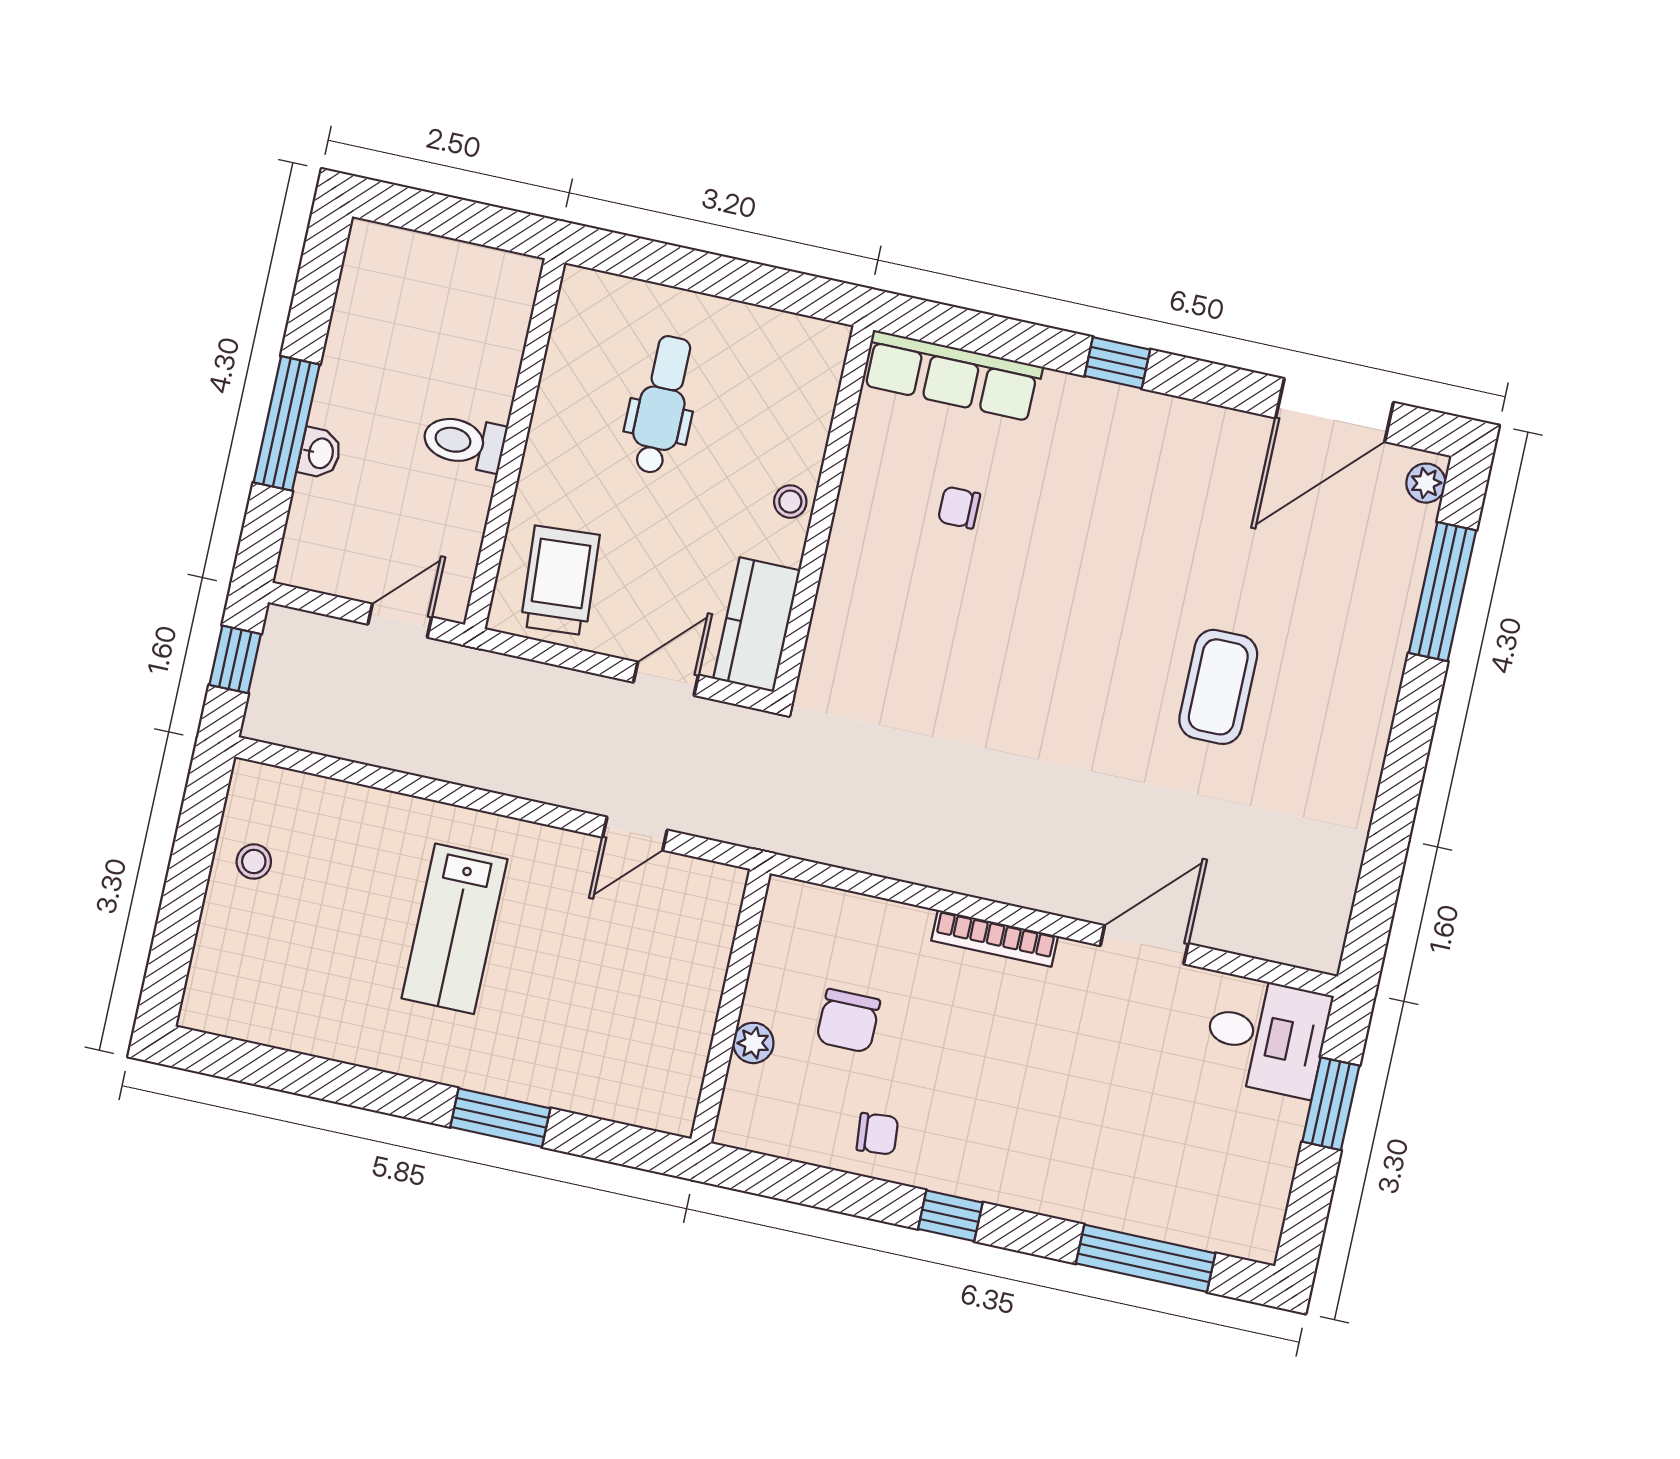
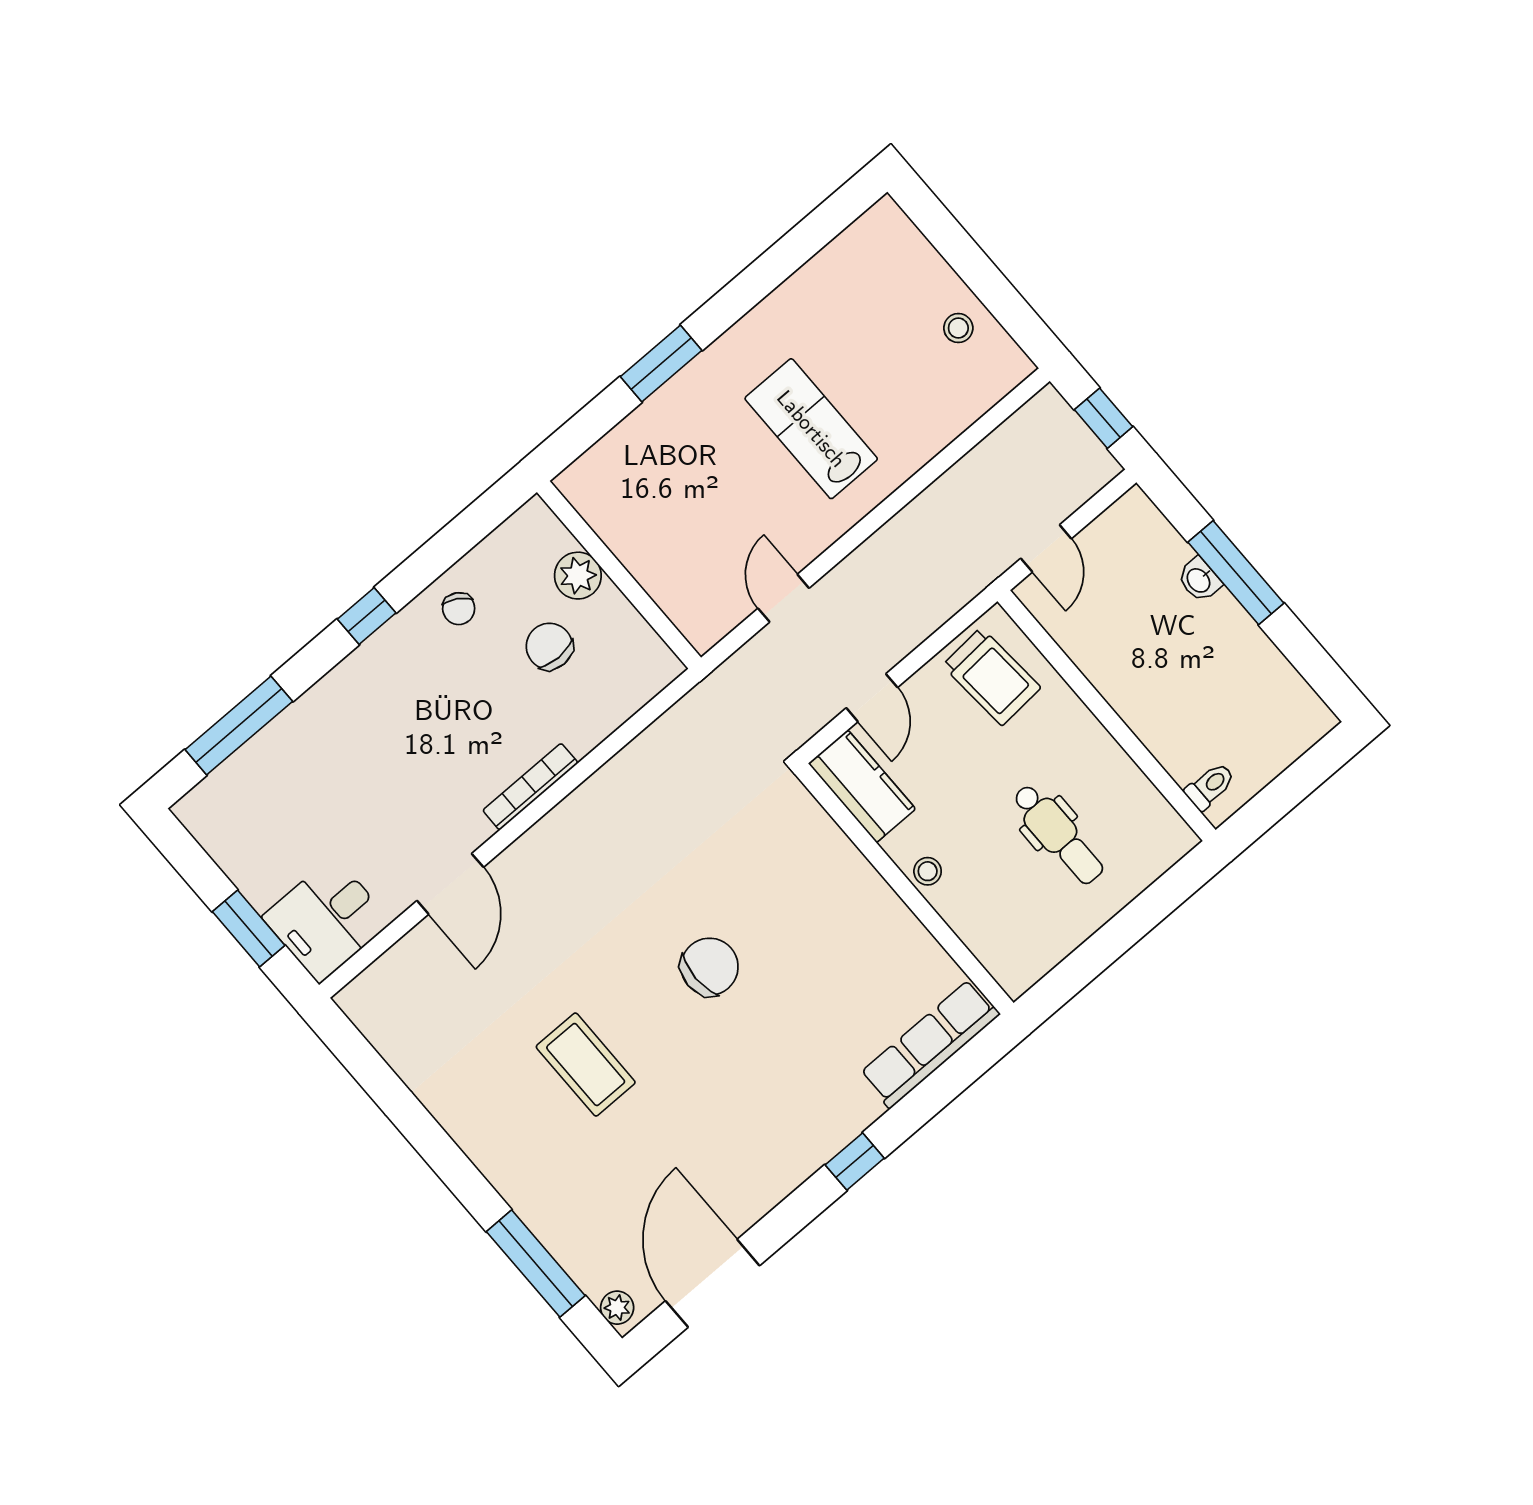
toilet: (464, 442) -> (1210, 786), moved, width x0.73, depth x0.72
chair: (959, 508) -> (710, 967), moved, width x1.87, depth x1.87
plant: (753, 1043) -> (578, 576), width x1.38, depth x1.38
chair: (877, 1134) -> (459, 609), turned -54

